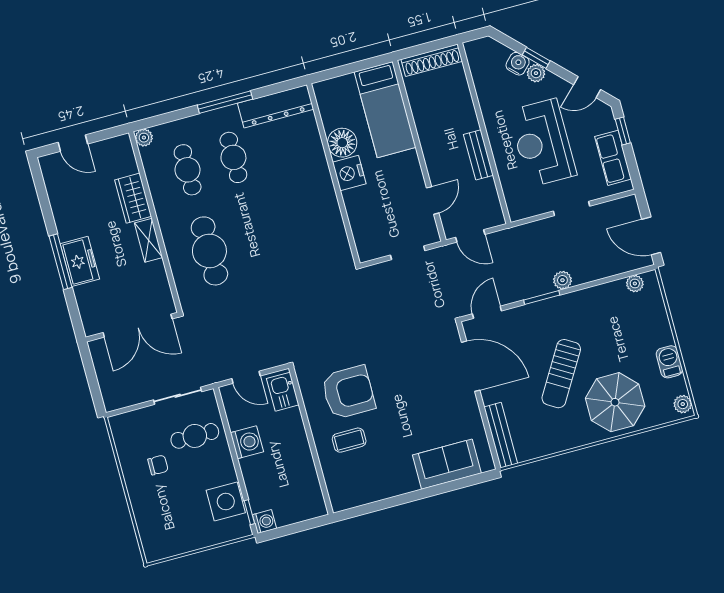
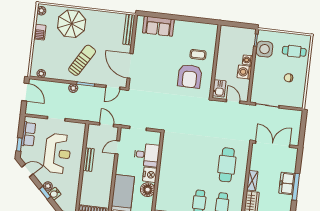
desk: (371, 208) -> (147, 155), added
sun lounger: (561, 374) -> (82, 60), moved
armchair: (348, 392) -> (190, 76), turned -90
cafe table: (195, 436) -> (294, 51), moved
washing machine: (264, 522) -> (248, 60), moved

